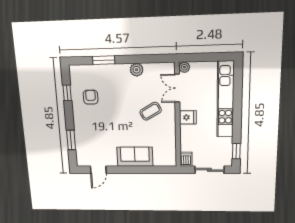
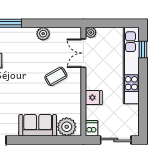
fridge: (188, 117) -> (94, 98), moved
window: (236, 151) -> (143, 49), moved
plant: (162, 158) -> (67, 127), added

